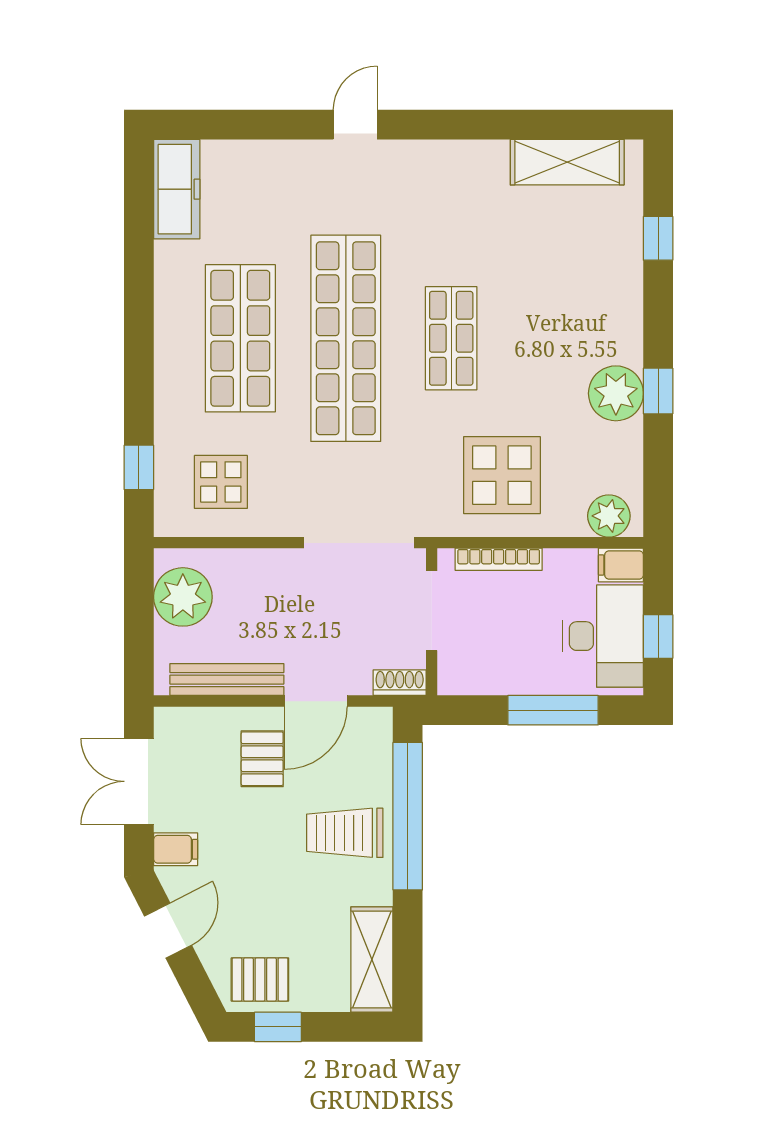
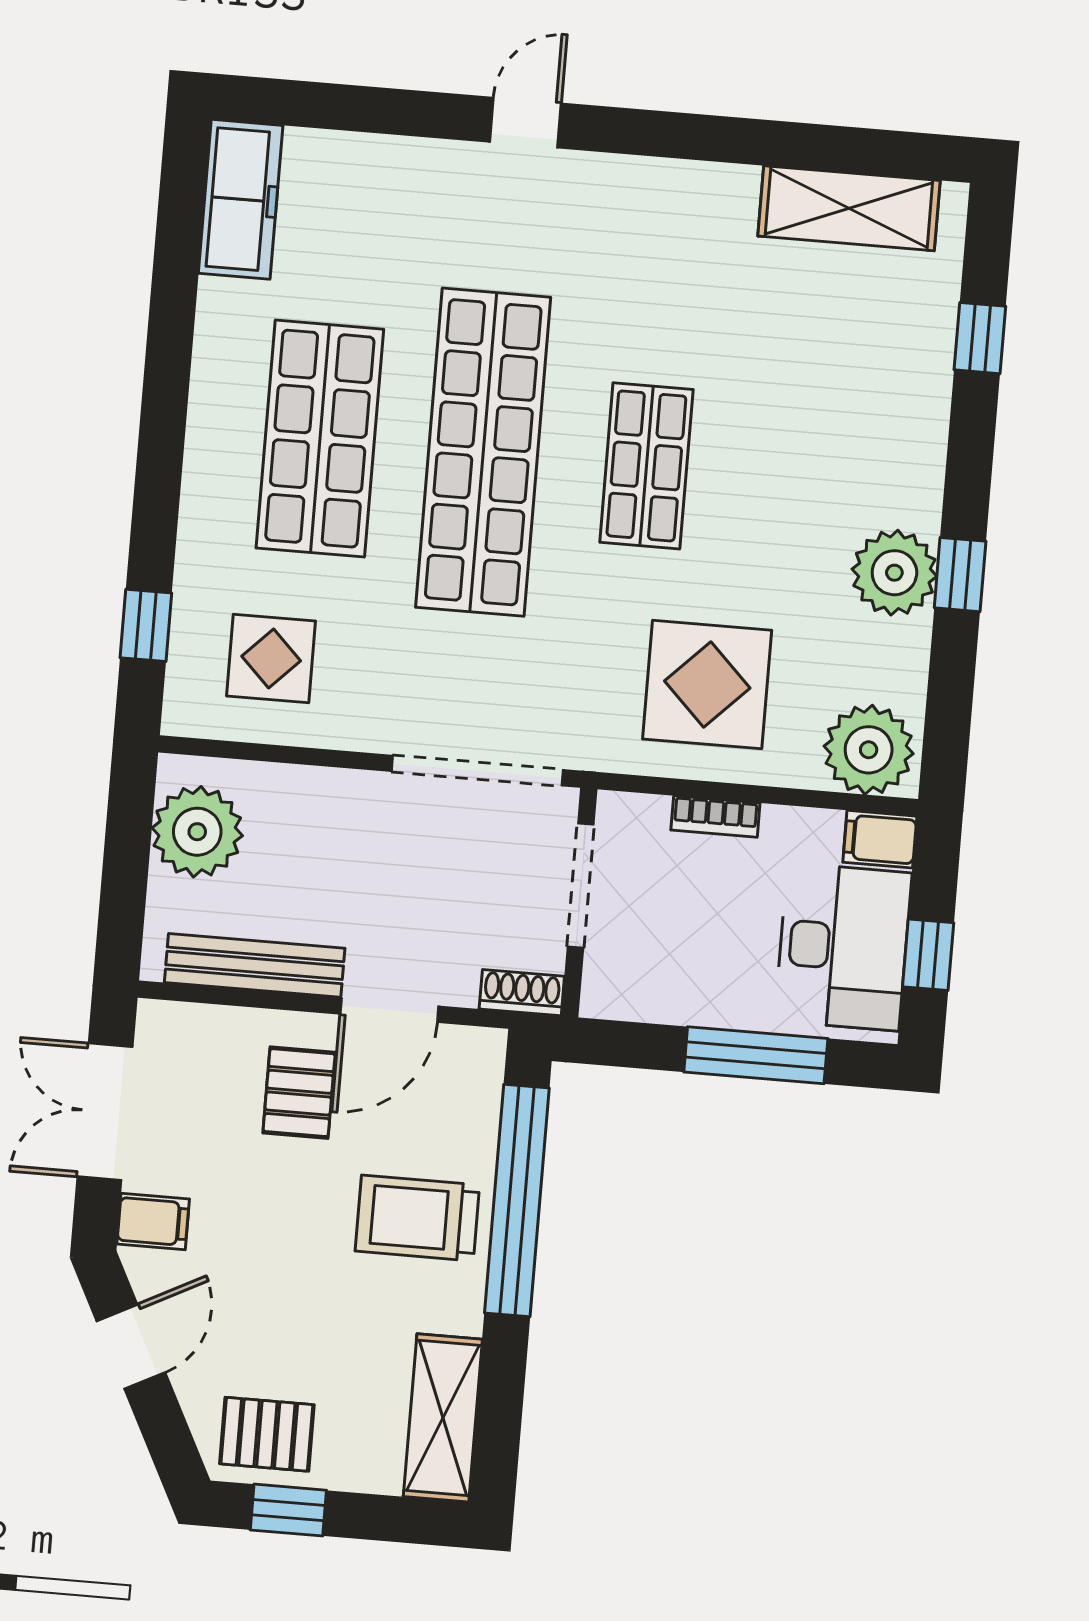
plant: (609, 516) -> (869, 750), width x1.36, depth x1.36
bookcase: (499, 559) -> (715, 817), width x0.64

